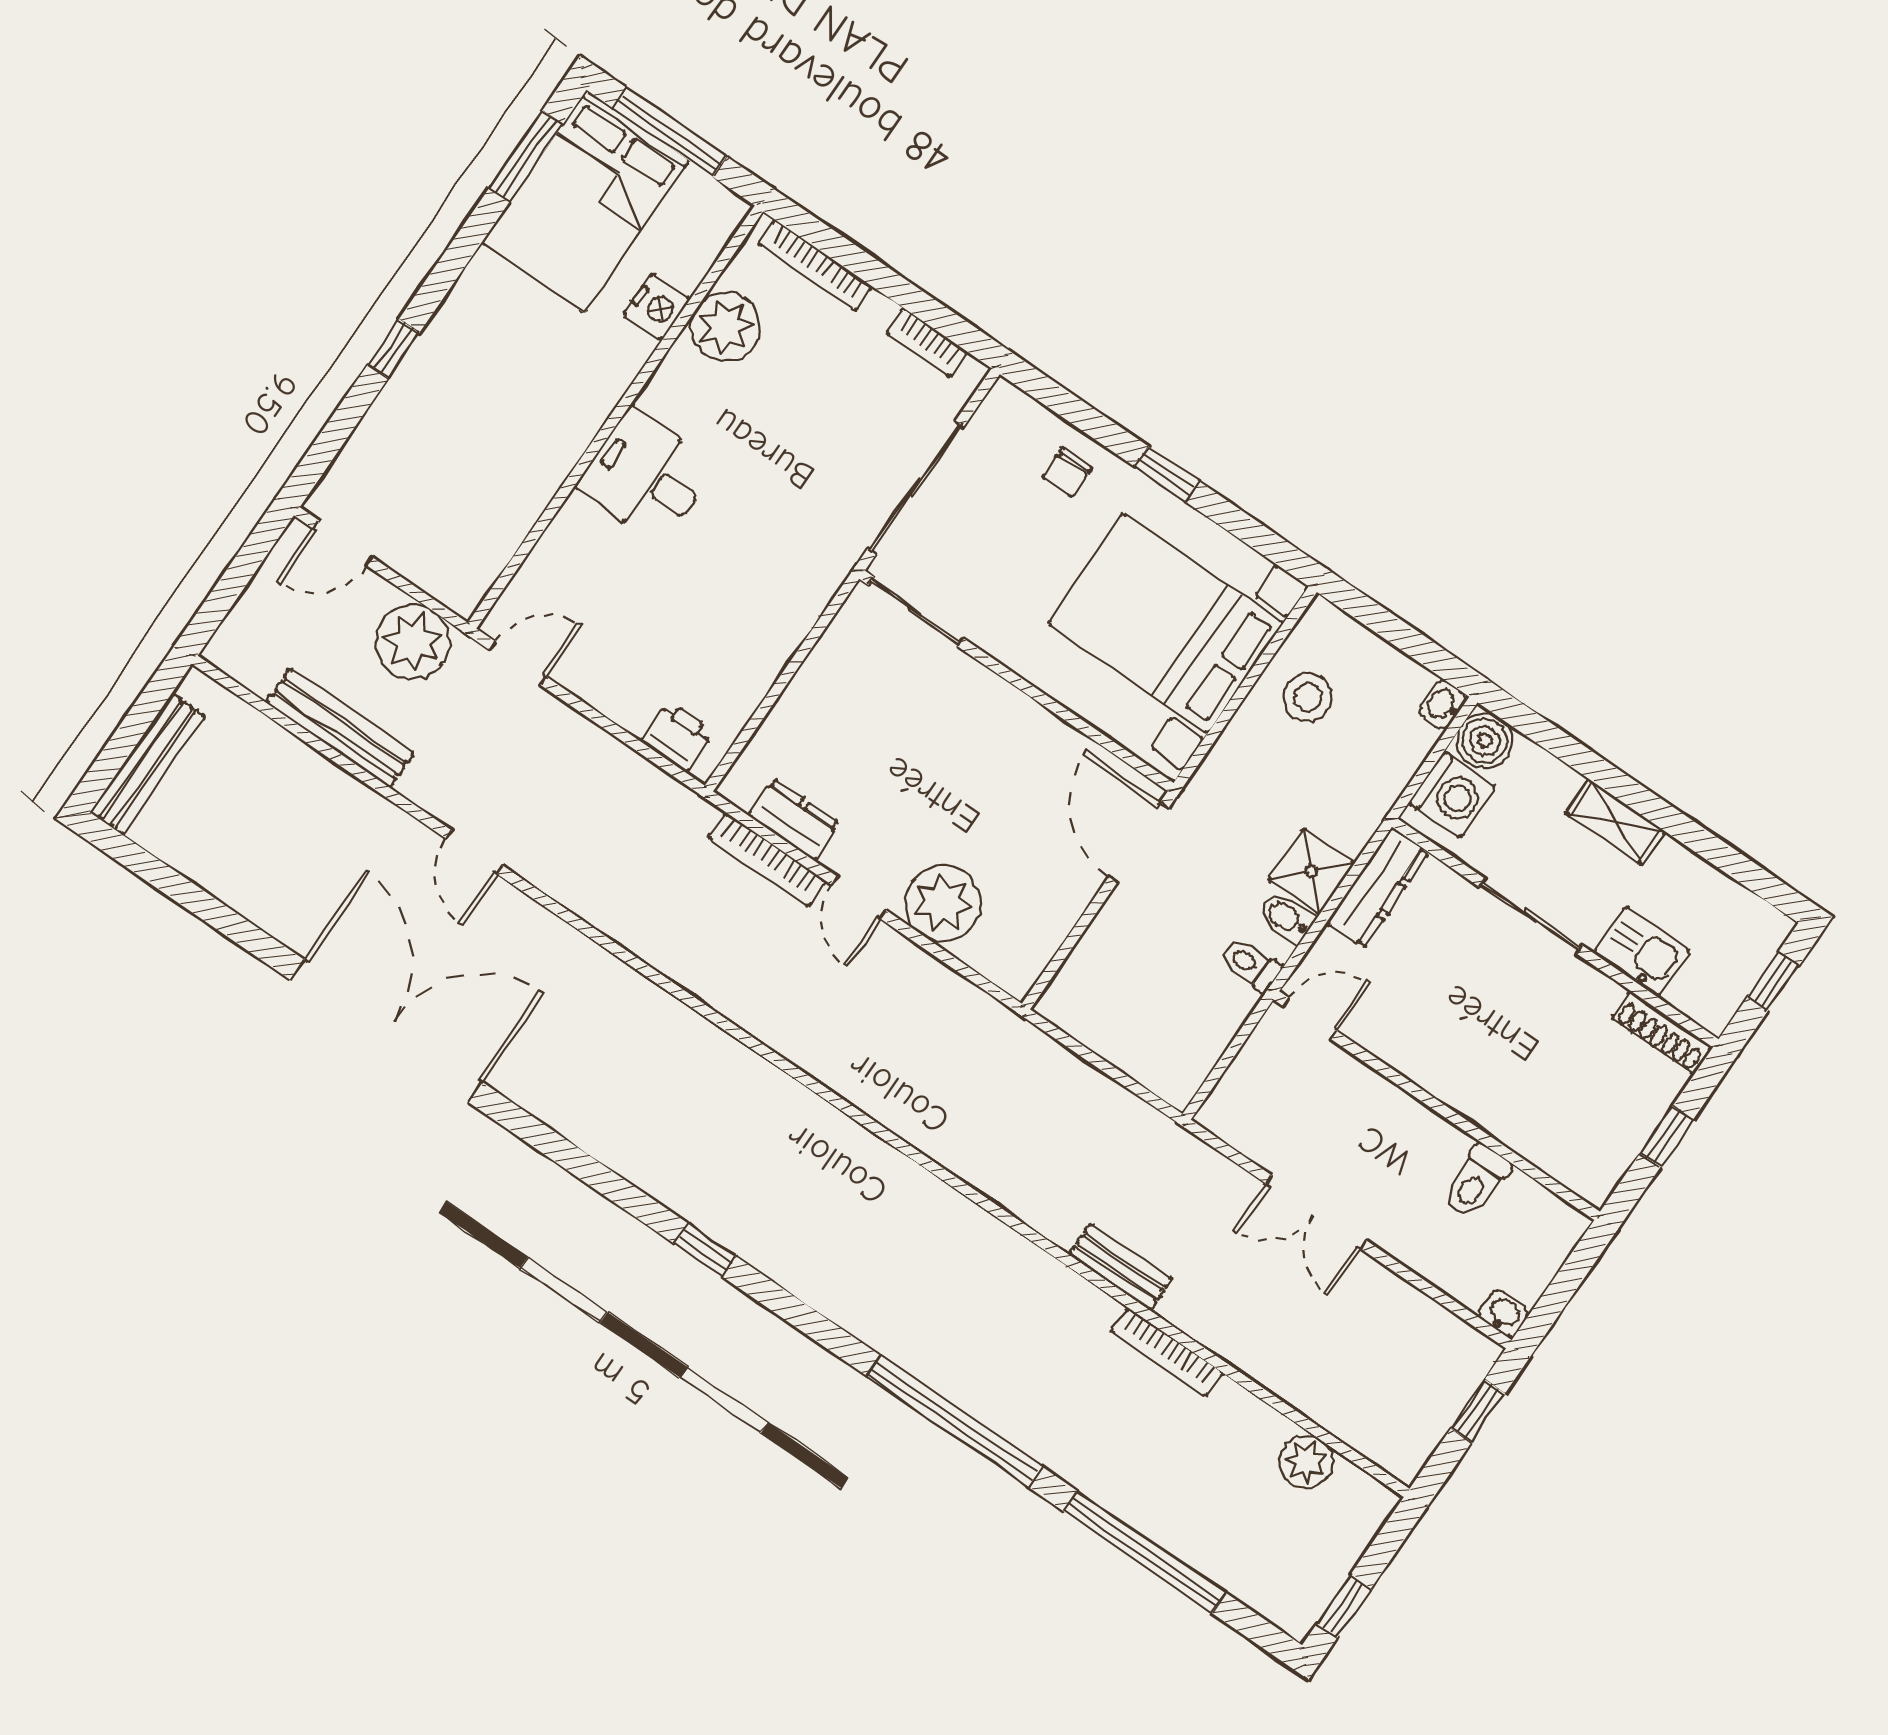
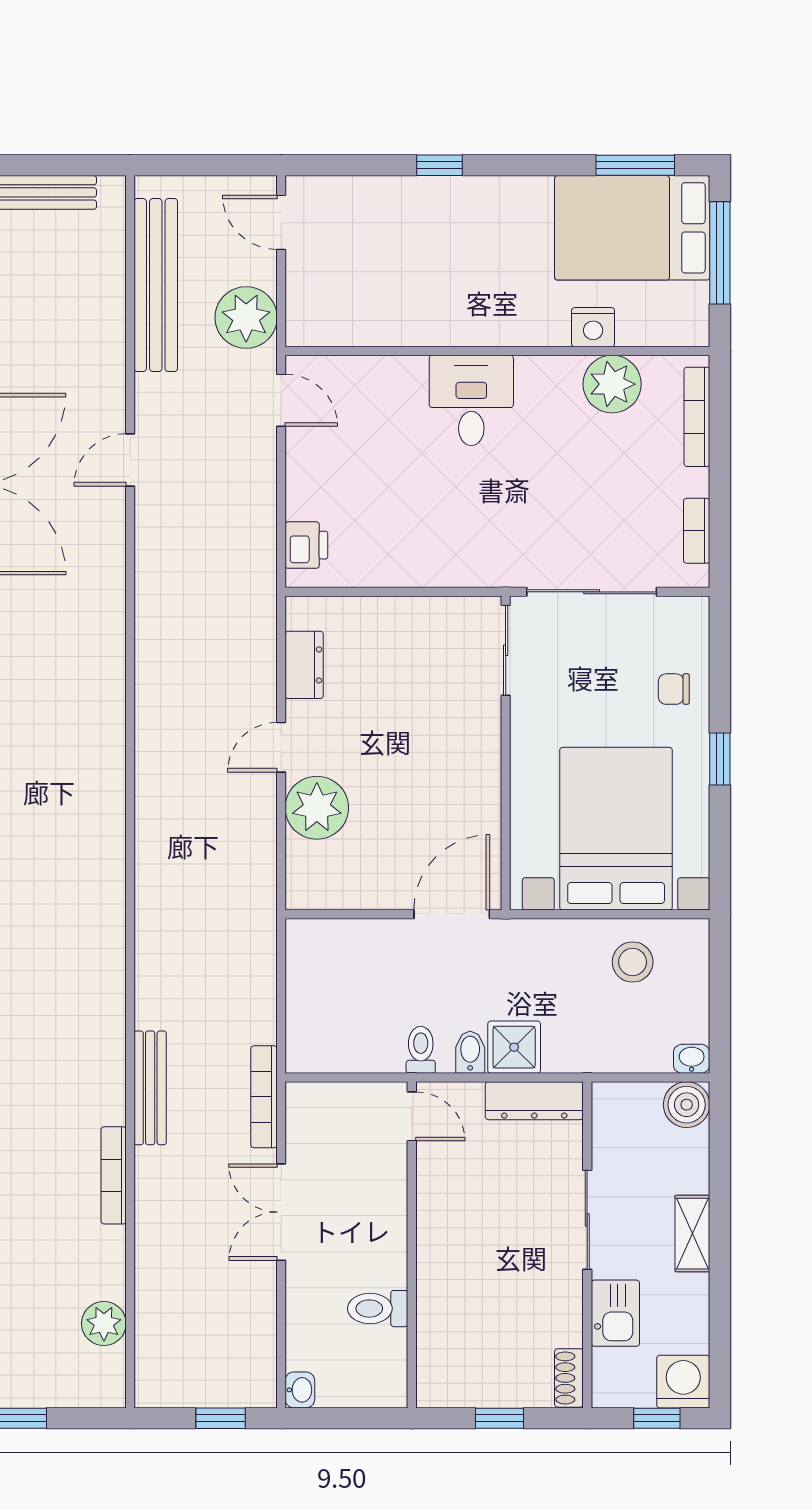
bench: (340, 728) -> (156, 285), width x1.37, depth x1.21
washing machine: (1452, 795) -> (683, 1382), moved, turned 180
bookcase: (767, 859) -> (264, 1097), moved
shoe rack: (1662, 1033) -> (569, 1378), width x0.70
bench: (1120, 1267) -> (150, 1088), width x1.36

